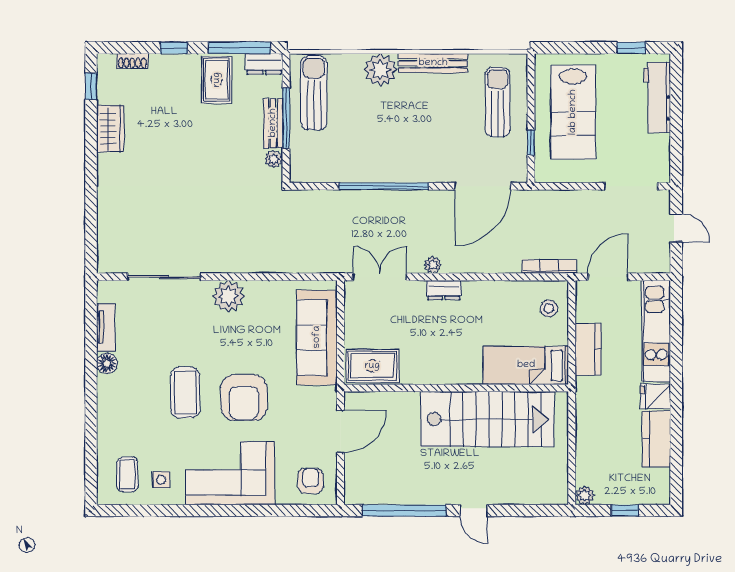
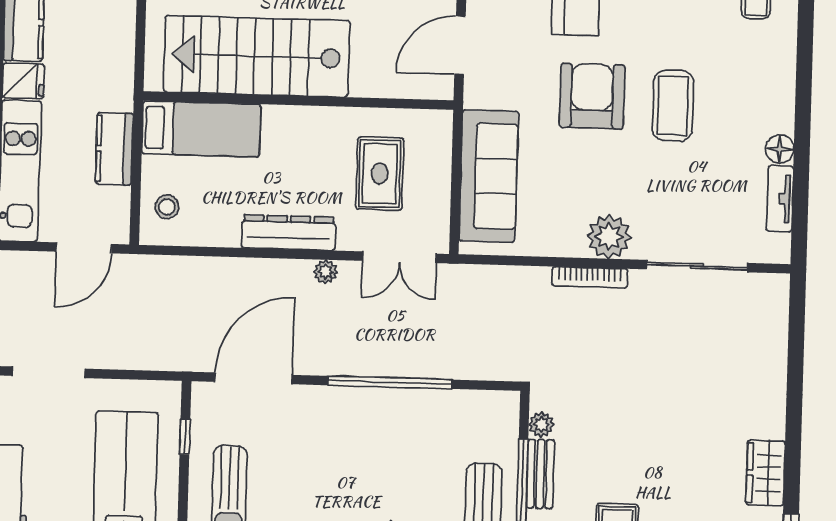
bookcase: (549, 266) -> (590, 277), moved
dresser: (444, 290) -> (289, 233), width x1.96, depth x1.24
rug: (372, 366) -> (380, 174), moved, turned 90

